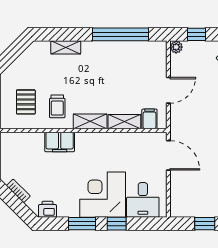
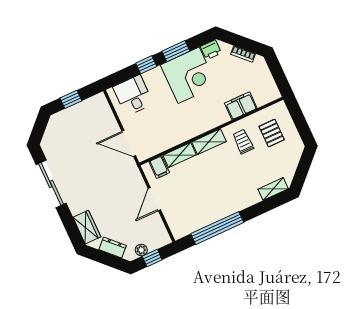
shelving: (66, 47) -> (273, 189), moved
plant: (176, 47) -> (141, 250), moved
filing cabinet: (60, 142) -> (241, 106), moved
corner desk: (103, 195) -> (189, 75), moved

